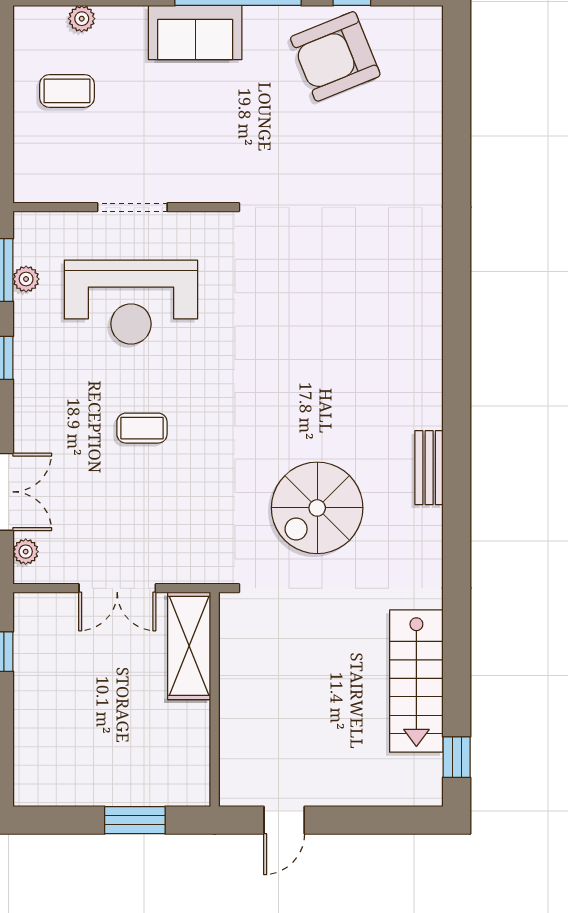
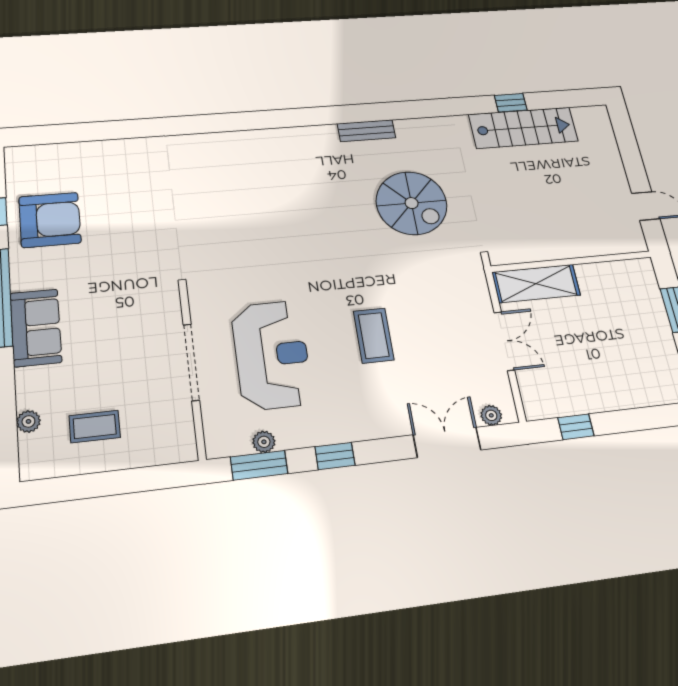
armchair: (335, 56) -> (50, 220), turned -68
coffee table: (67, 91) -> (95, 427), turned 90
doorway: (132, 207) -> (191, 362), width x1.36
coffee table: (142, 428) -> (374, 336), width x1.36, depth x1.30
window: (457, 757) -> (511, 103), moved

